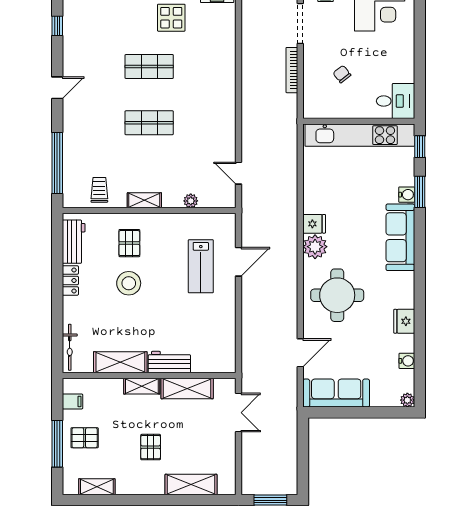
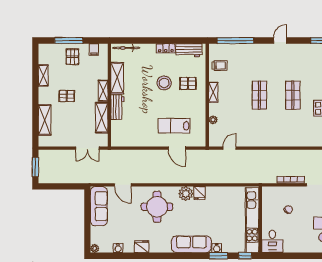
door: (57, 88) -> (280, 41), swing flipped
shelving: (97, 487) -> (43, 75), moved

